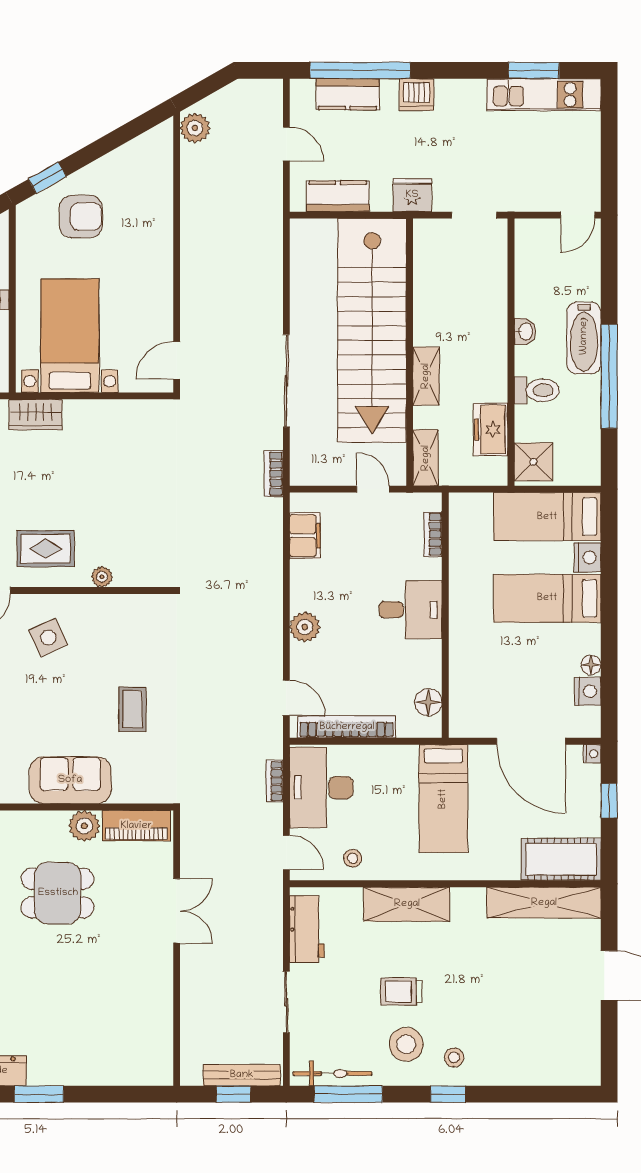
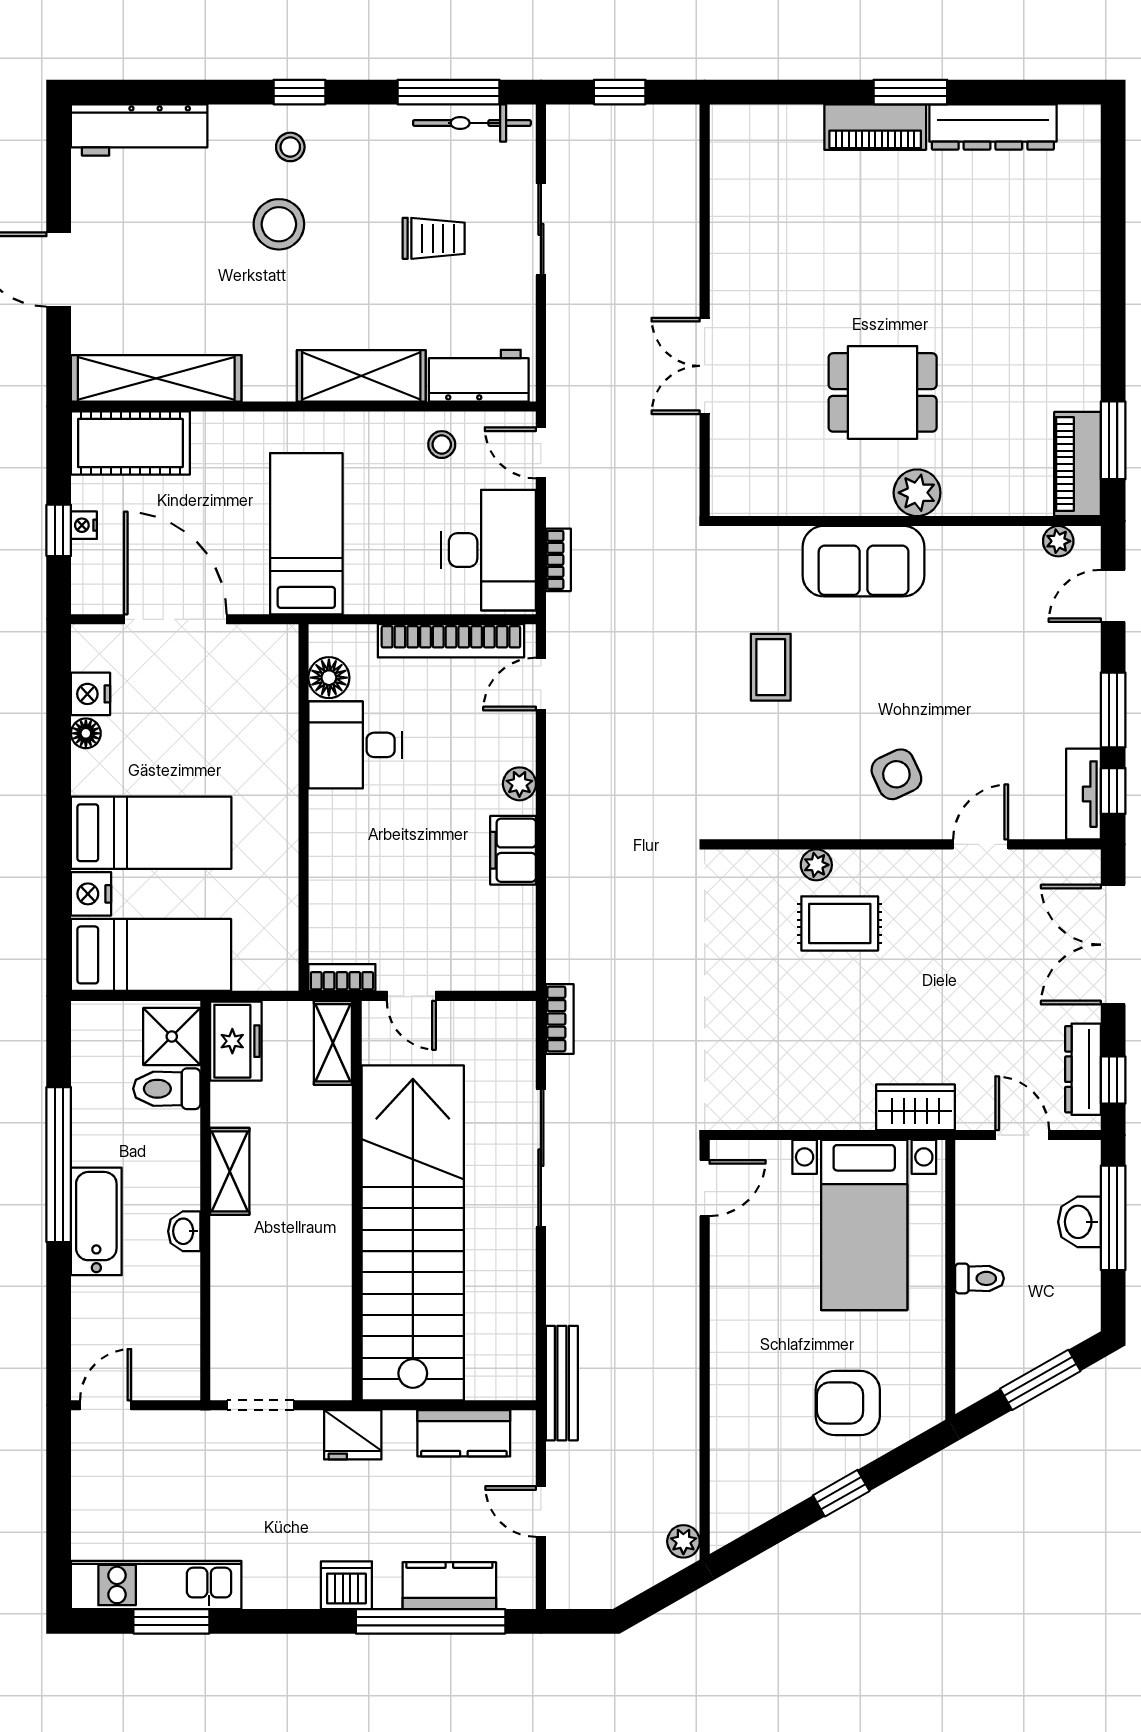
plant: (195, 128) -> (683, 1541), width x0.73, depth x0.73
window: (47, 178) -> (841, 1493), moved
shelving: (426, 376) -> (230, 1171), moved
toilet: (537, 390) -> (167, 1089), moved
freezer: (491, 429) -> (236, 1041), moved
bookcase: (433, 534) -> (342, 978), moved, turned -90
filing cabinet: (305, 536) -> (513, 850), moved
rug: (46, 549) -> (840, 923), moved
desk: (411, 610) -> (355, 745), moved
plant: (305, 627) -> (519, 784), width x0.73, depth x0.73
door: (286, 698) -> (541, 684), hinge flipped
nightstand: (592, 754) -> (84, 525), moved
plant: (84, 826) -> (917, 493), moved
piano: (136, 826) -> (875, 127), moved, turned 180
workbench: (307, 929) -> (479, 376), moved, turned 90
trolley: (401, 992) -> (434, 238), moved
stool: (406, 1044) -> (279, 224), moved
workbench: (555, 1069) -> (139, 130), added
bench: (242, 1075) -> (562, 1383), moved, turned 90

